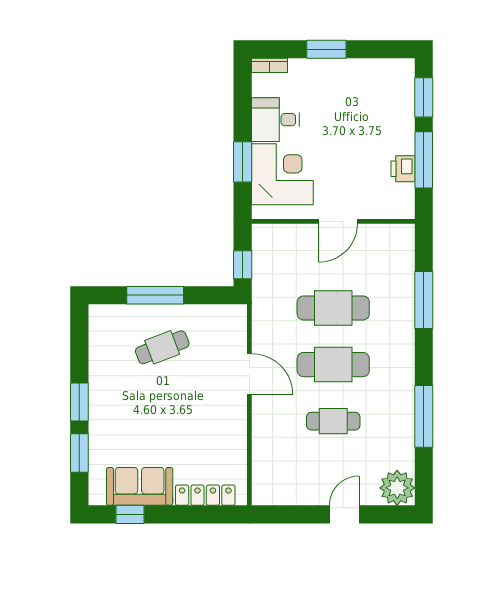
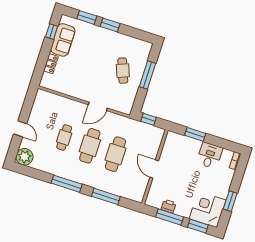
window: (326, 49) -> (230, 201), moved
corner desk: (282, 174) -> (208, 209), moved, turned 180
window: (424, 416) -> (67, 184), moved
locker: (205, 495) -> (51, 64), width x0.66

